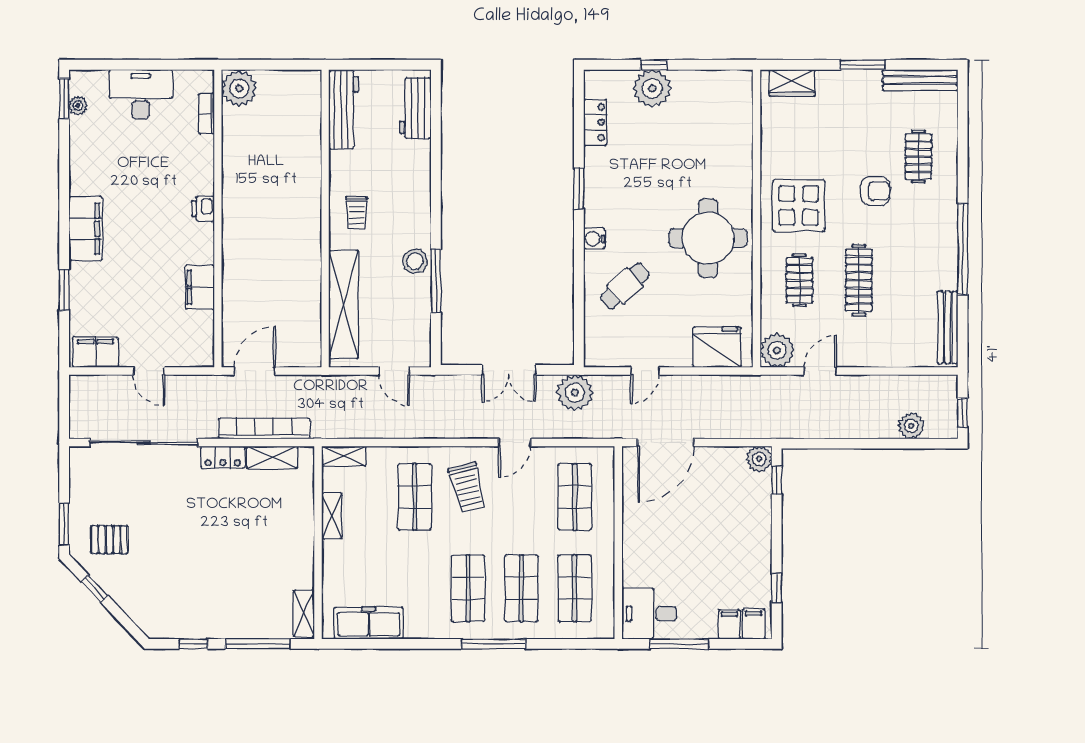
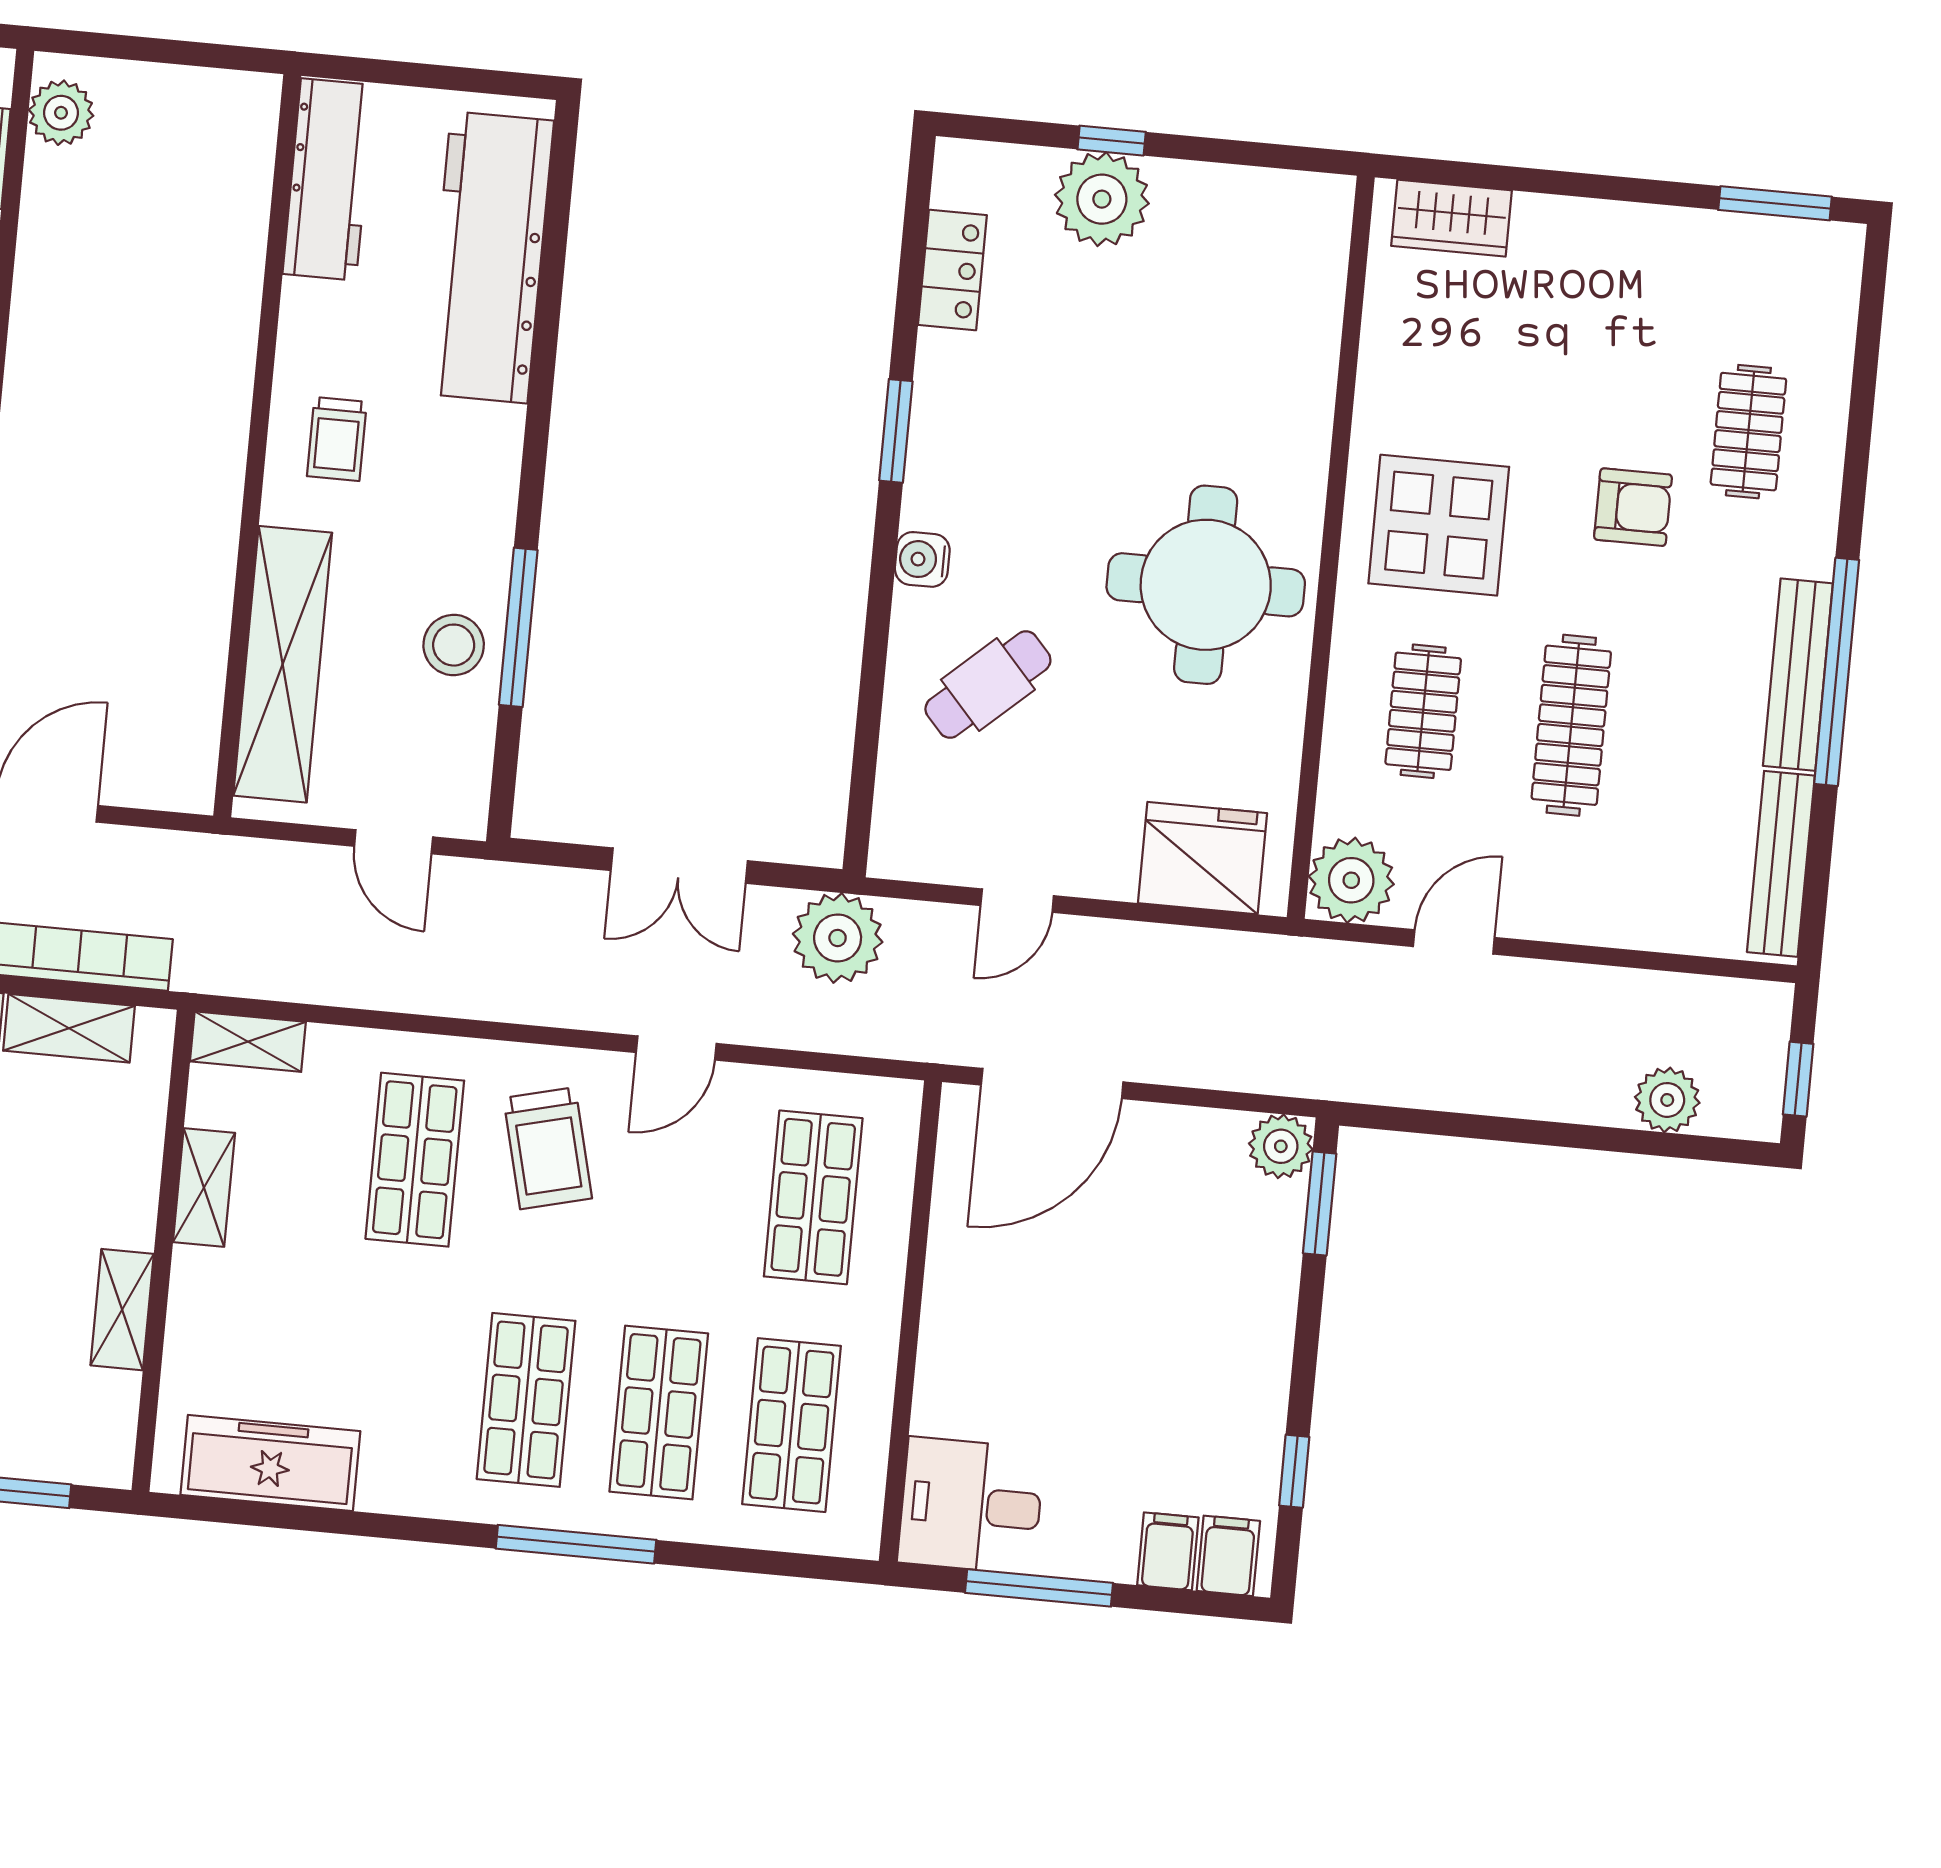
window: (863, 65) -> (1775, 203), moved
bench: (920, 80) -> (1798, 675), moved, turned 90
plant: (239, 88) -> (61, 113), width x0.73, depth x0.73
workbench: (415, 108) -> (489, 257), width x1.88, depth x1.32
stool: (415, 261) -> (454, 645), moved
window: (777, 480) -> (1320, 1203), width x1.50
shelving: (304, 613) -> (122, 1310), moved

